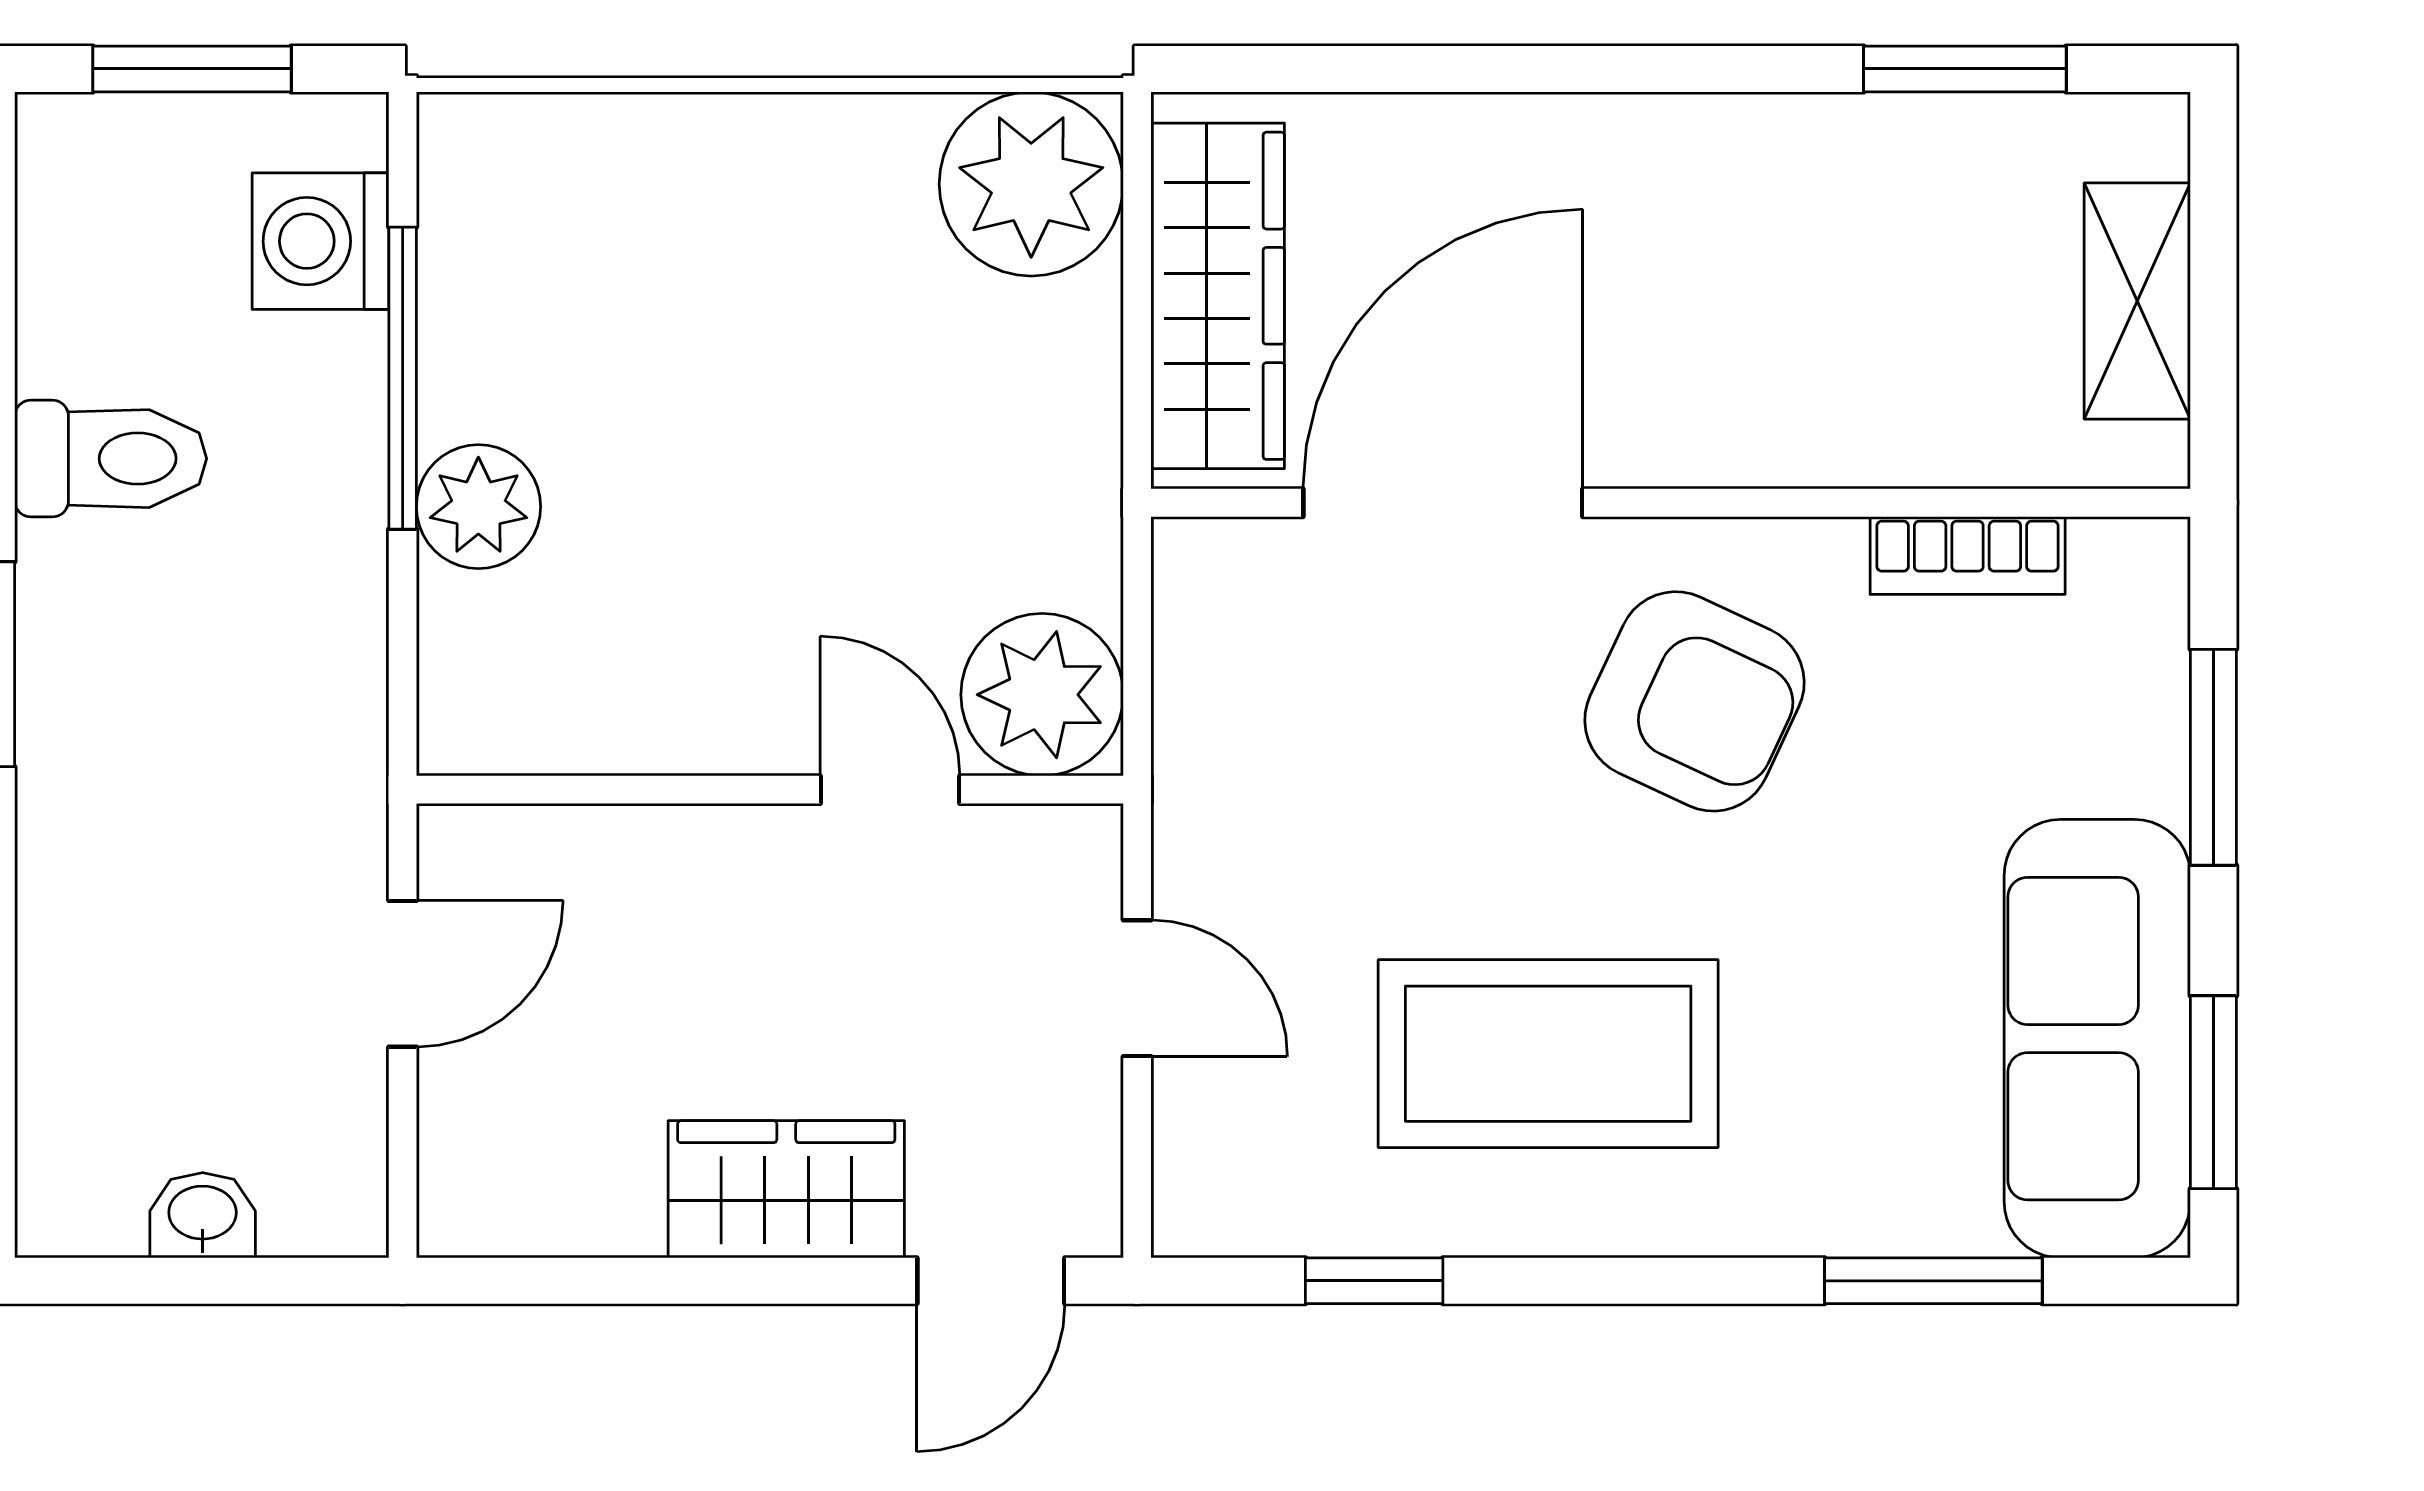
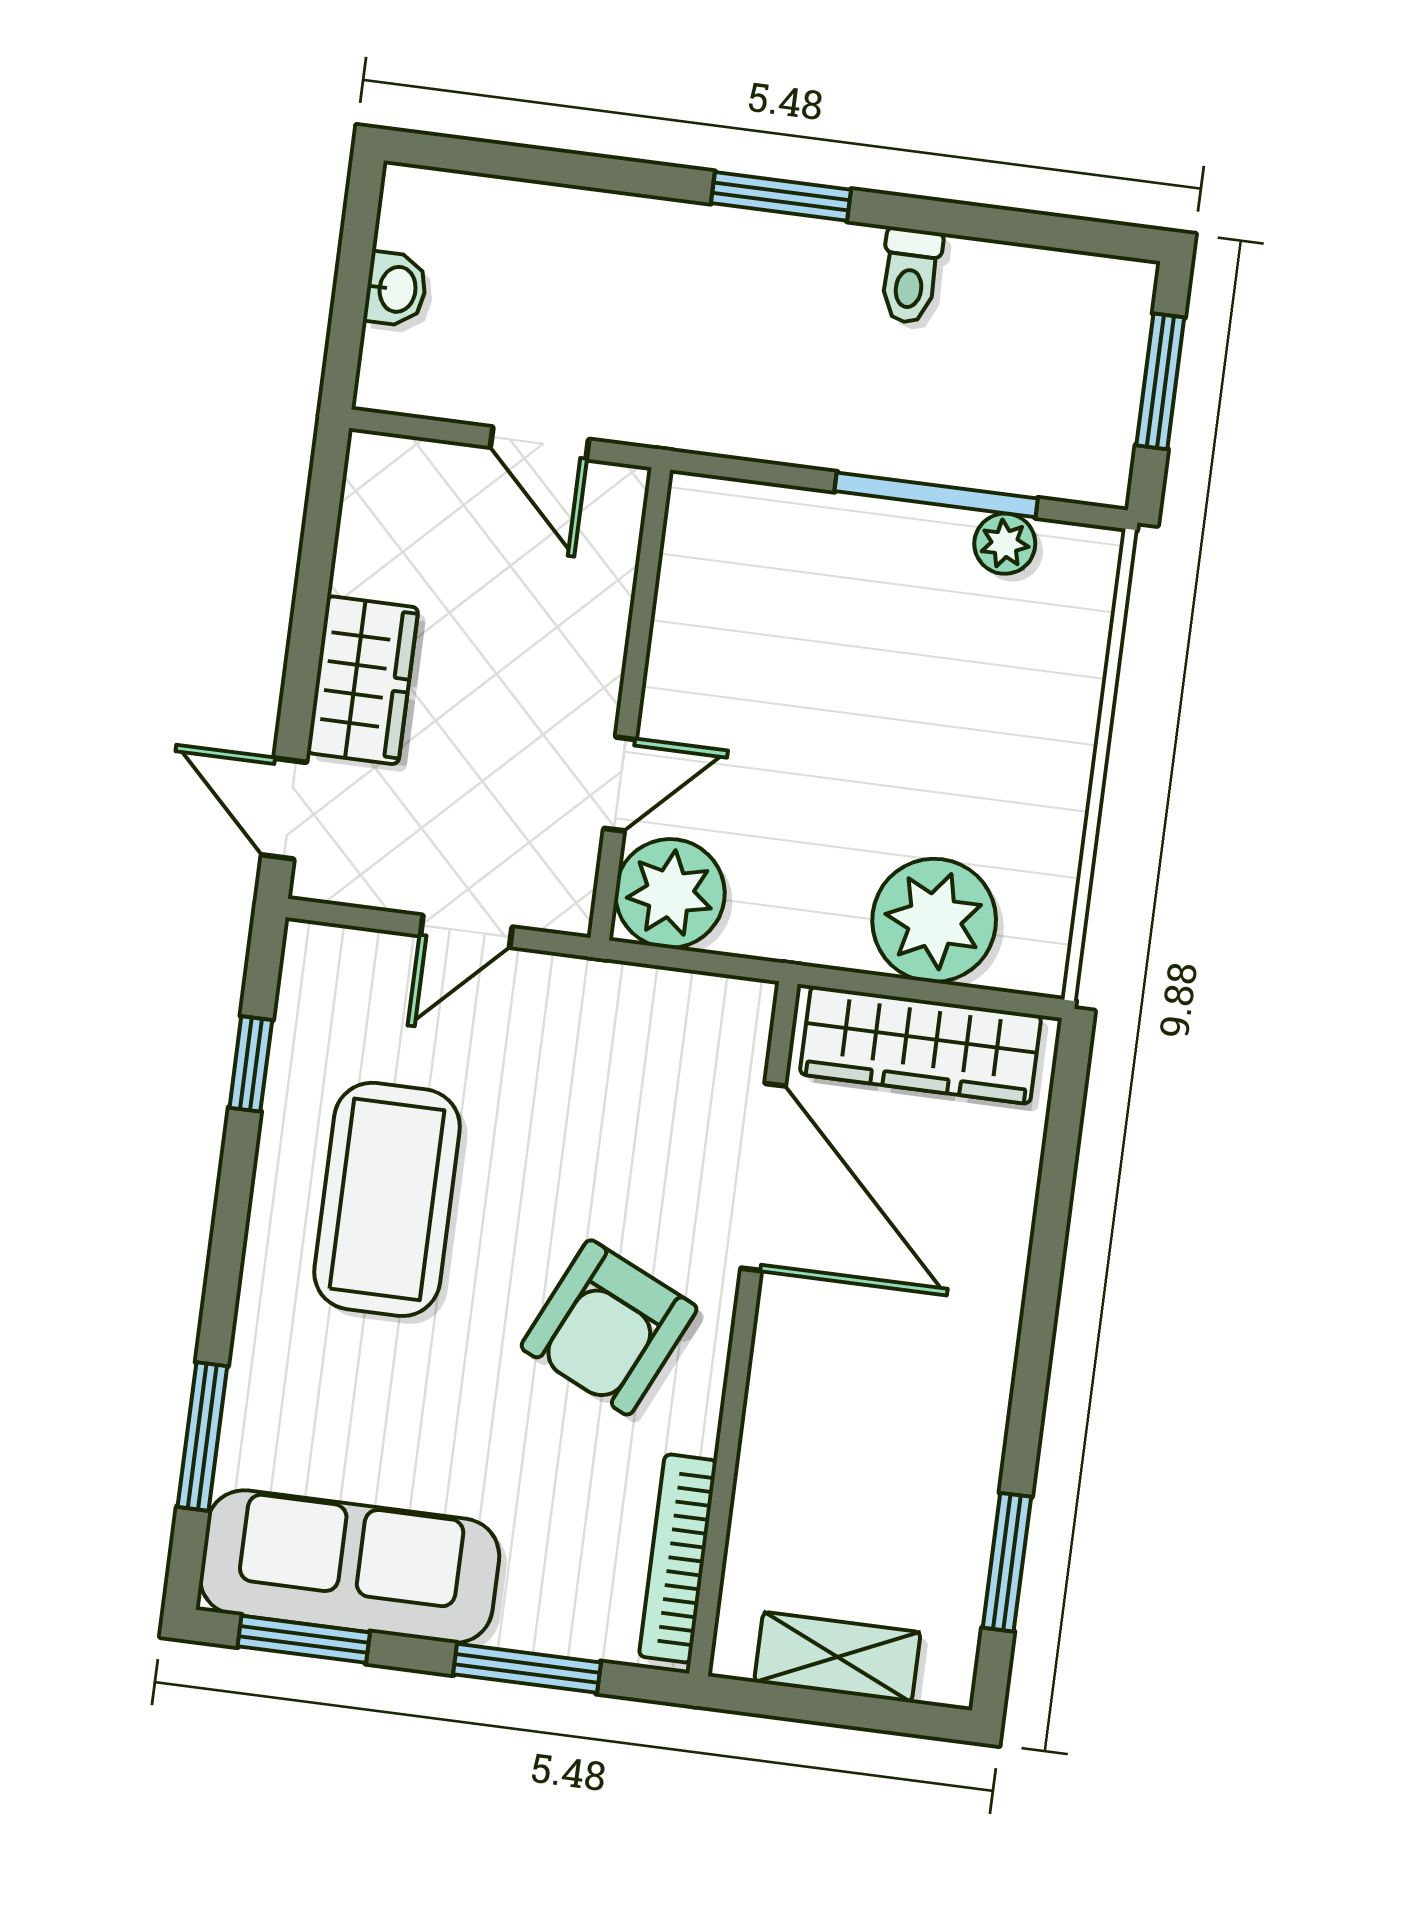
plant: (1031, 184) -> (934, 920), moved
washing machine: (320, 241) -> (1035, 452), removed
toilet: (111, 459) -> (910, 276), width x0.73, depth x0.72
plant: (478, 507) -> (1005, 544), moved, width x0.73, depth x0.73
bookcase: (1968, 555) -> (678, 1558), width x1.56

